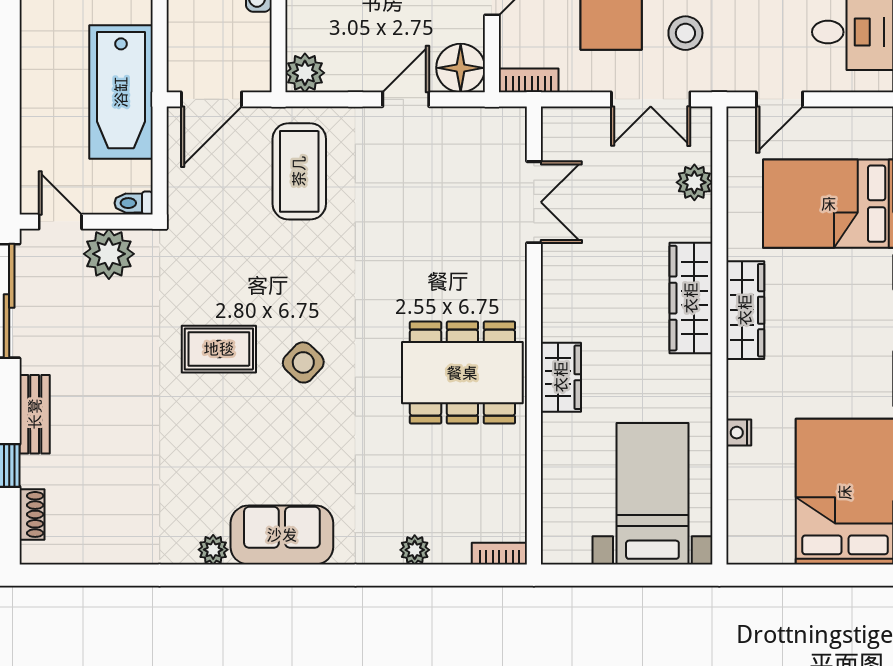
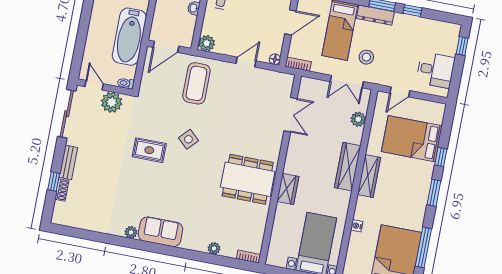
floor lamp: (461, 68) -> (275, 59), width x0.53, depth x0.53
side table: (303, 362) -> (188, 139), moved
shoe rack: (32, 514) -> (62, 190), moved

